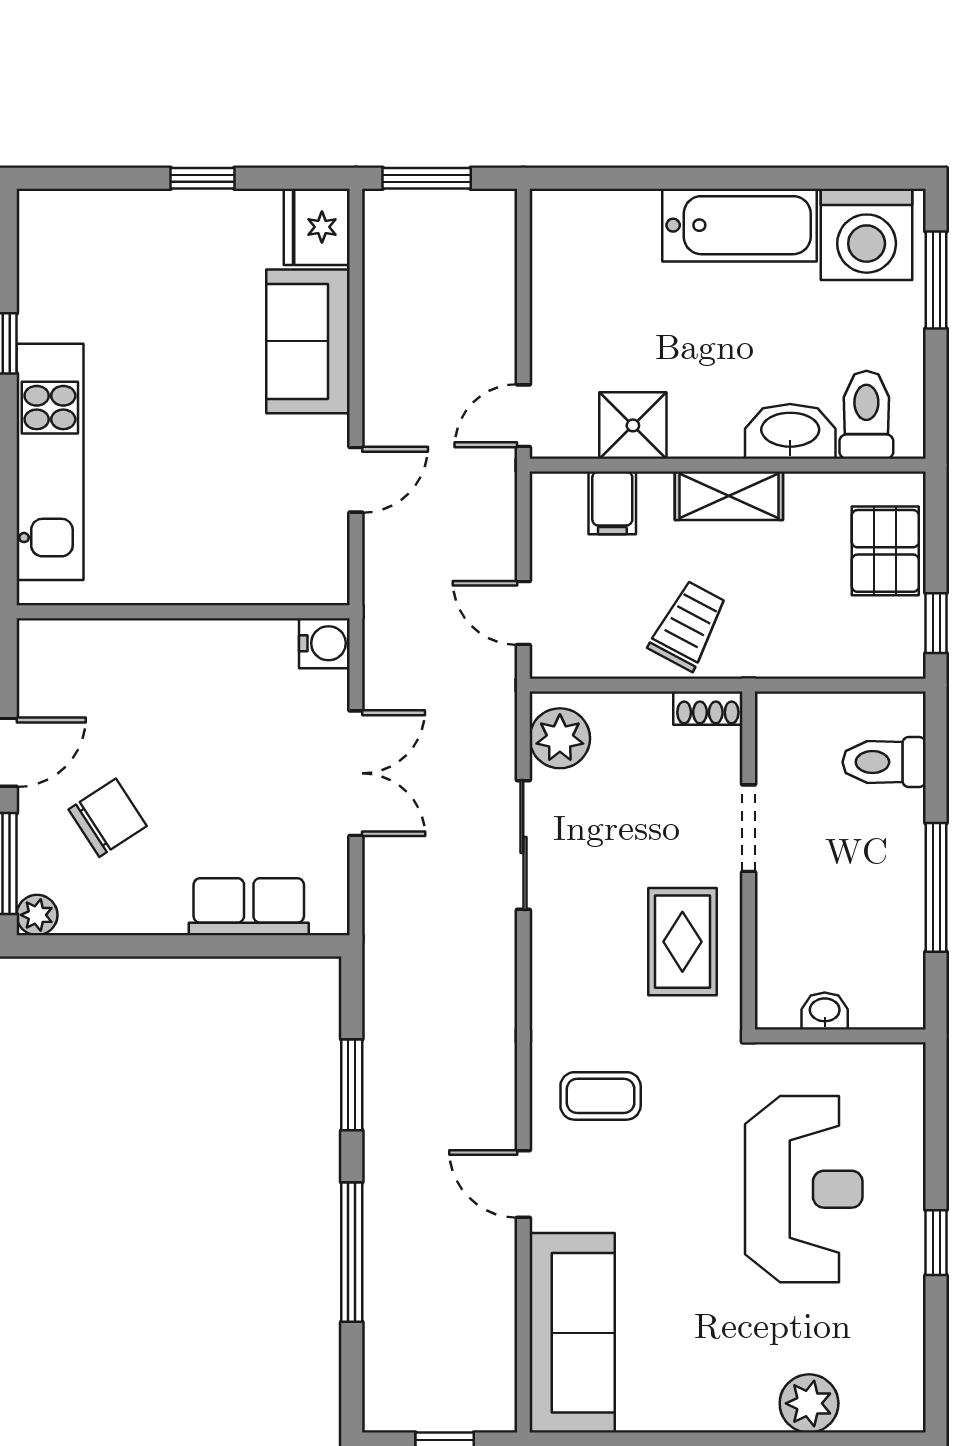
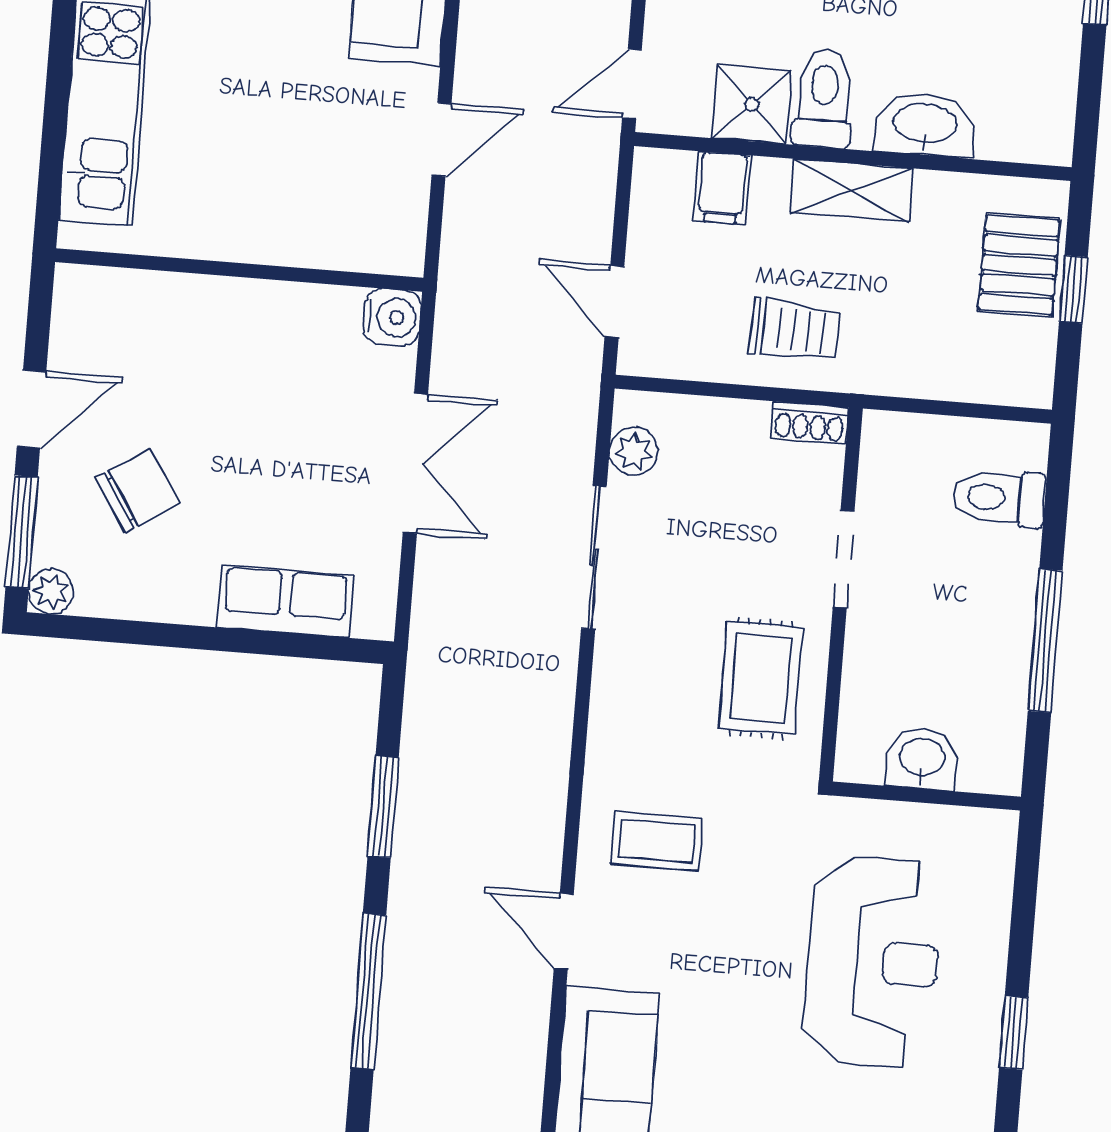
toilet: (866, 415) -> (824, 98), moved
window: (936, 623) -> (1073, 289), moved
trolley: (688, 626) -> (795, 330), turned 64
plant: (560, 738) -> (634, 451), width x0.73, depth x0.73
washbasin: (825, 1011) -> (922, 759), width x1.38, depth x1.45

